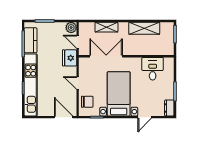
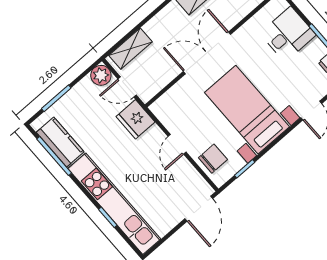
shelving: (106, 27) -> (130, 49), moved
double door: (106, 56) -> (207, 53), moved
desk: (153, 69) -> (288, 34), moved, turned 90
door: (78, 83) -> (177, 144), hinge flipped
door: (64, 117) -> (199, 209), swing flipped

